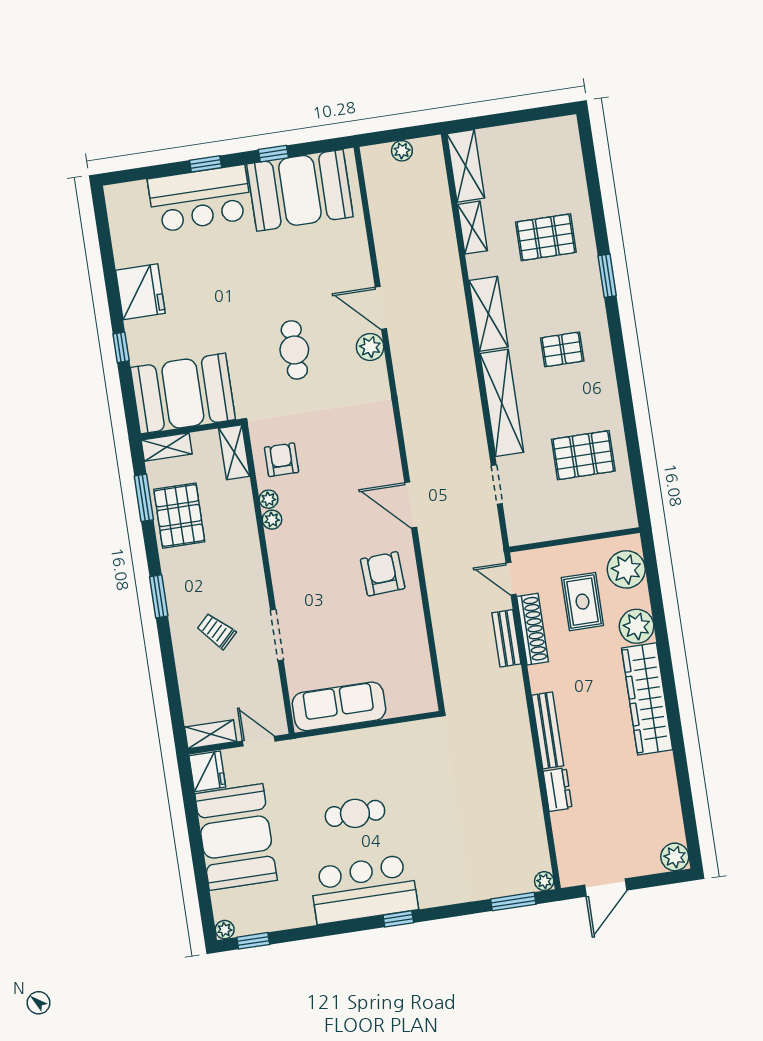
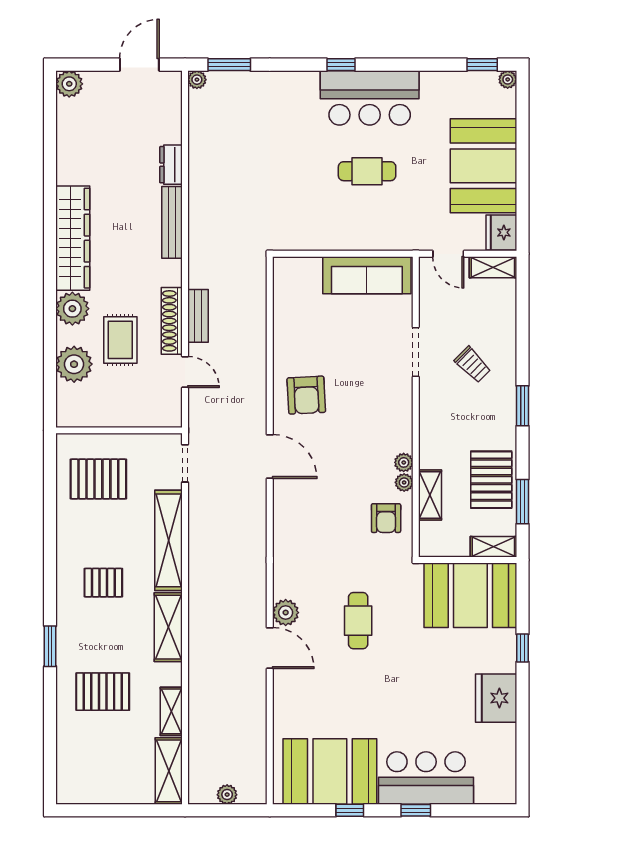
shelving: (234, 452) -> (430, 495), moved
wall: (574, 540) -> (119, 430), moved

